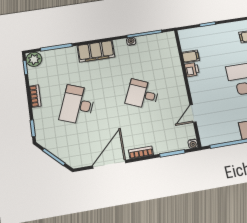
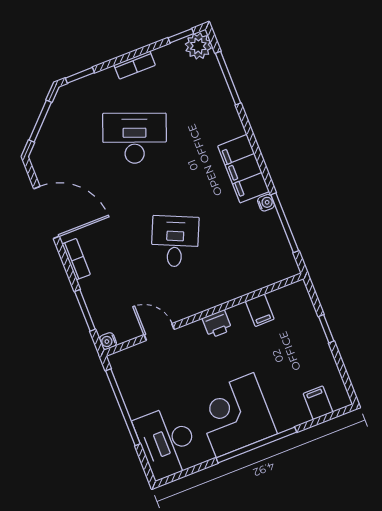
filing cabinet: (96, 51) -> (244, 169), moved
printer: (192, 70) -> (217, 324), moved

